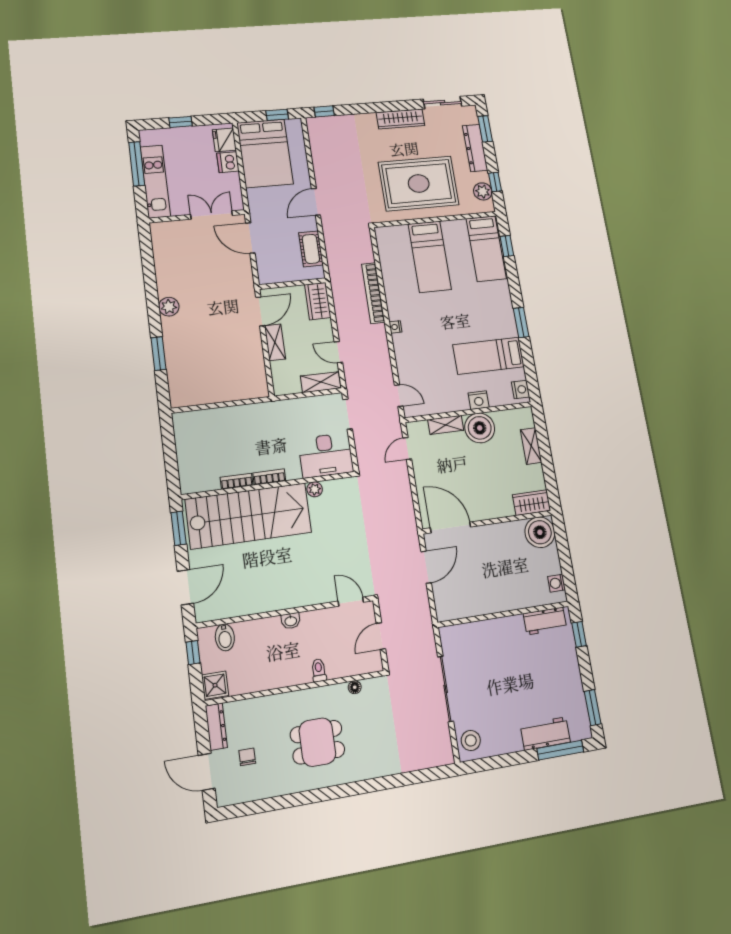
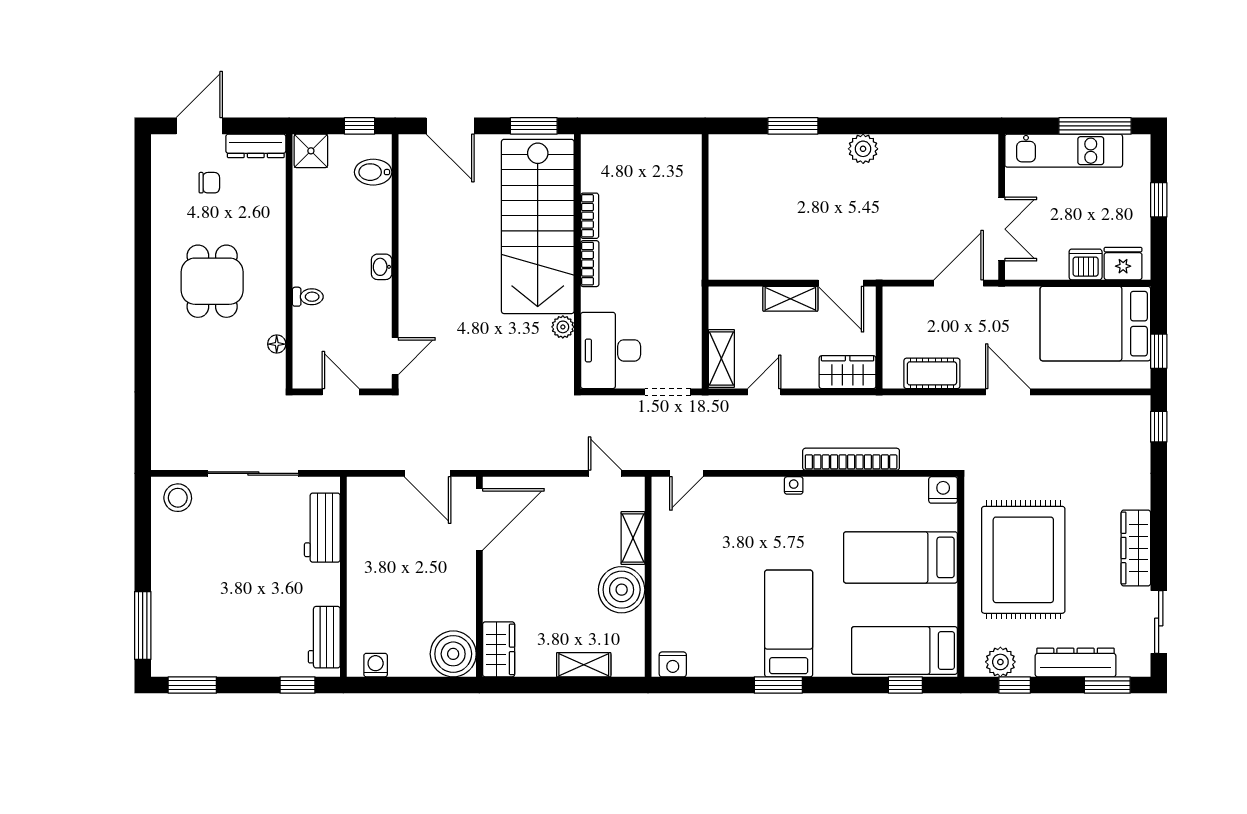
bed: (489, 356) -> (789, 623), moved
nightstand: (479, 400) -> (943, 490), moved, turned 90
workbench: (545, 734) -> (322, 528), moved, turned 180

